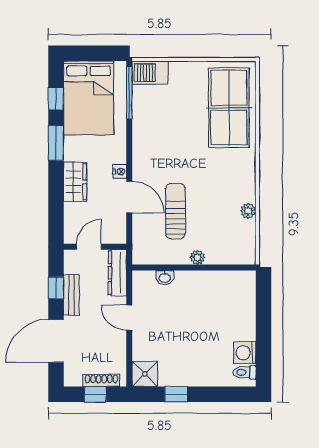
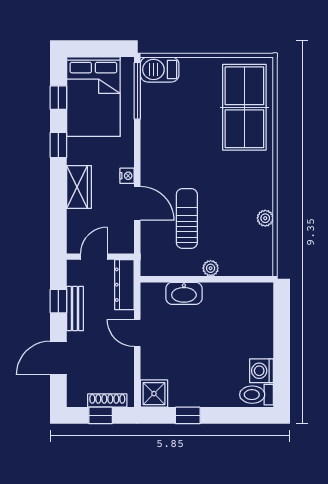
window: (56, 143) -> (58, 145), width x0.67
washbasin: (165, 278) -> (184, 293), width x1.91, depth x1.45
door: (56, 341) -> (58, 358), width x0.73
toilet: (245, 372) -> (257, 395), width x1.37, depth x1.39

